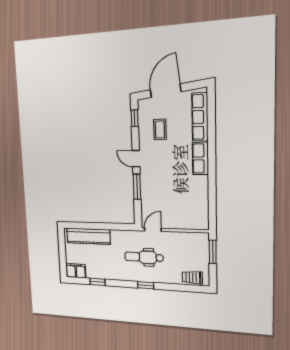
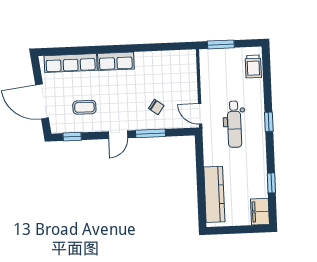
chair: (159, 193) -> (156, 107), added

